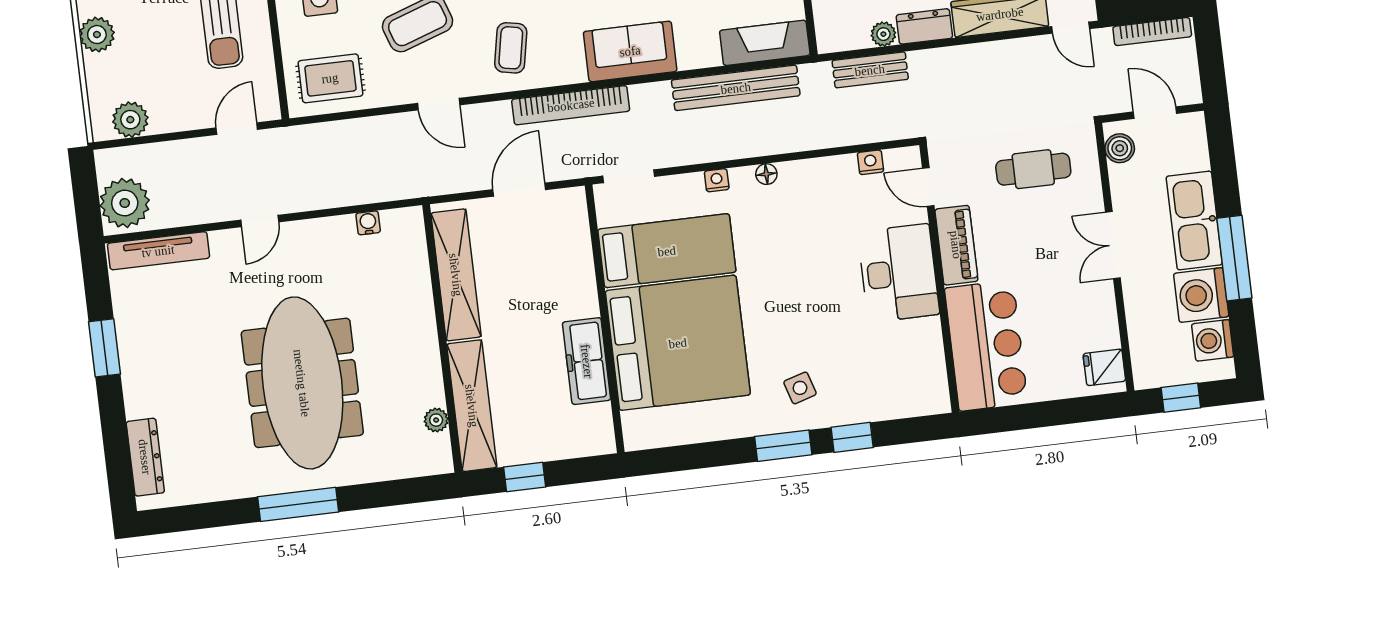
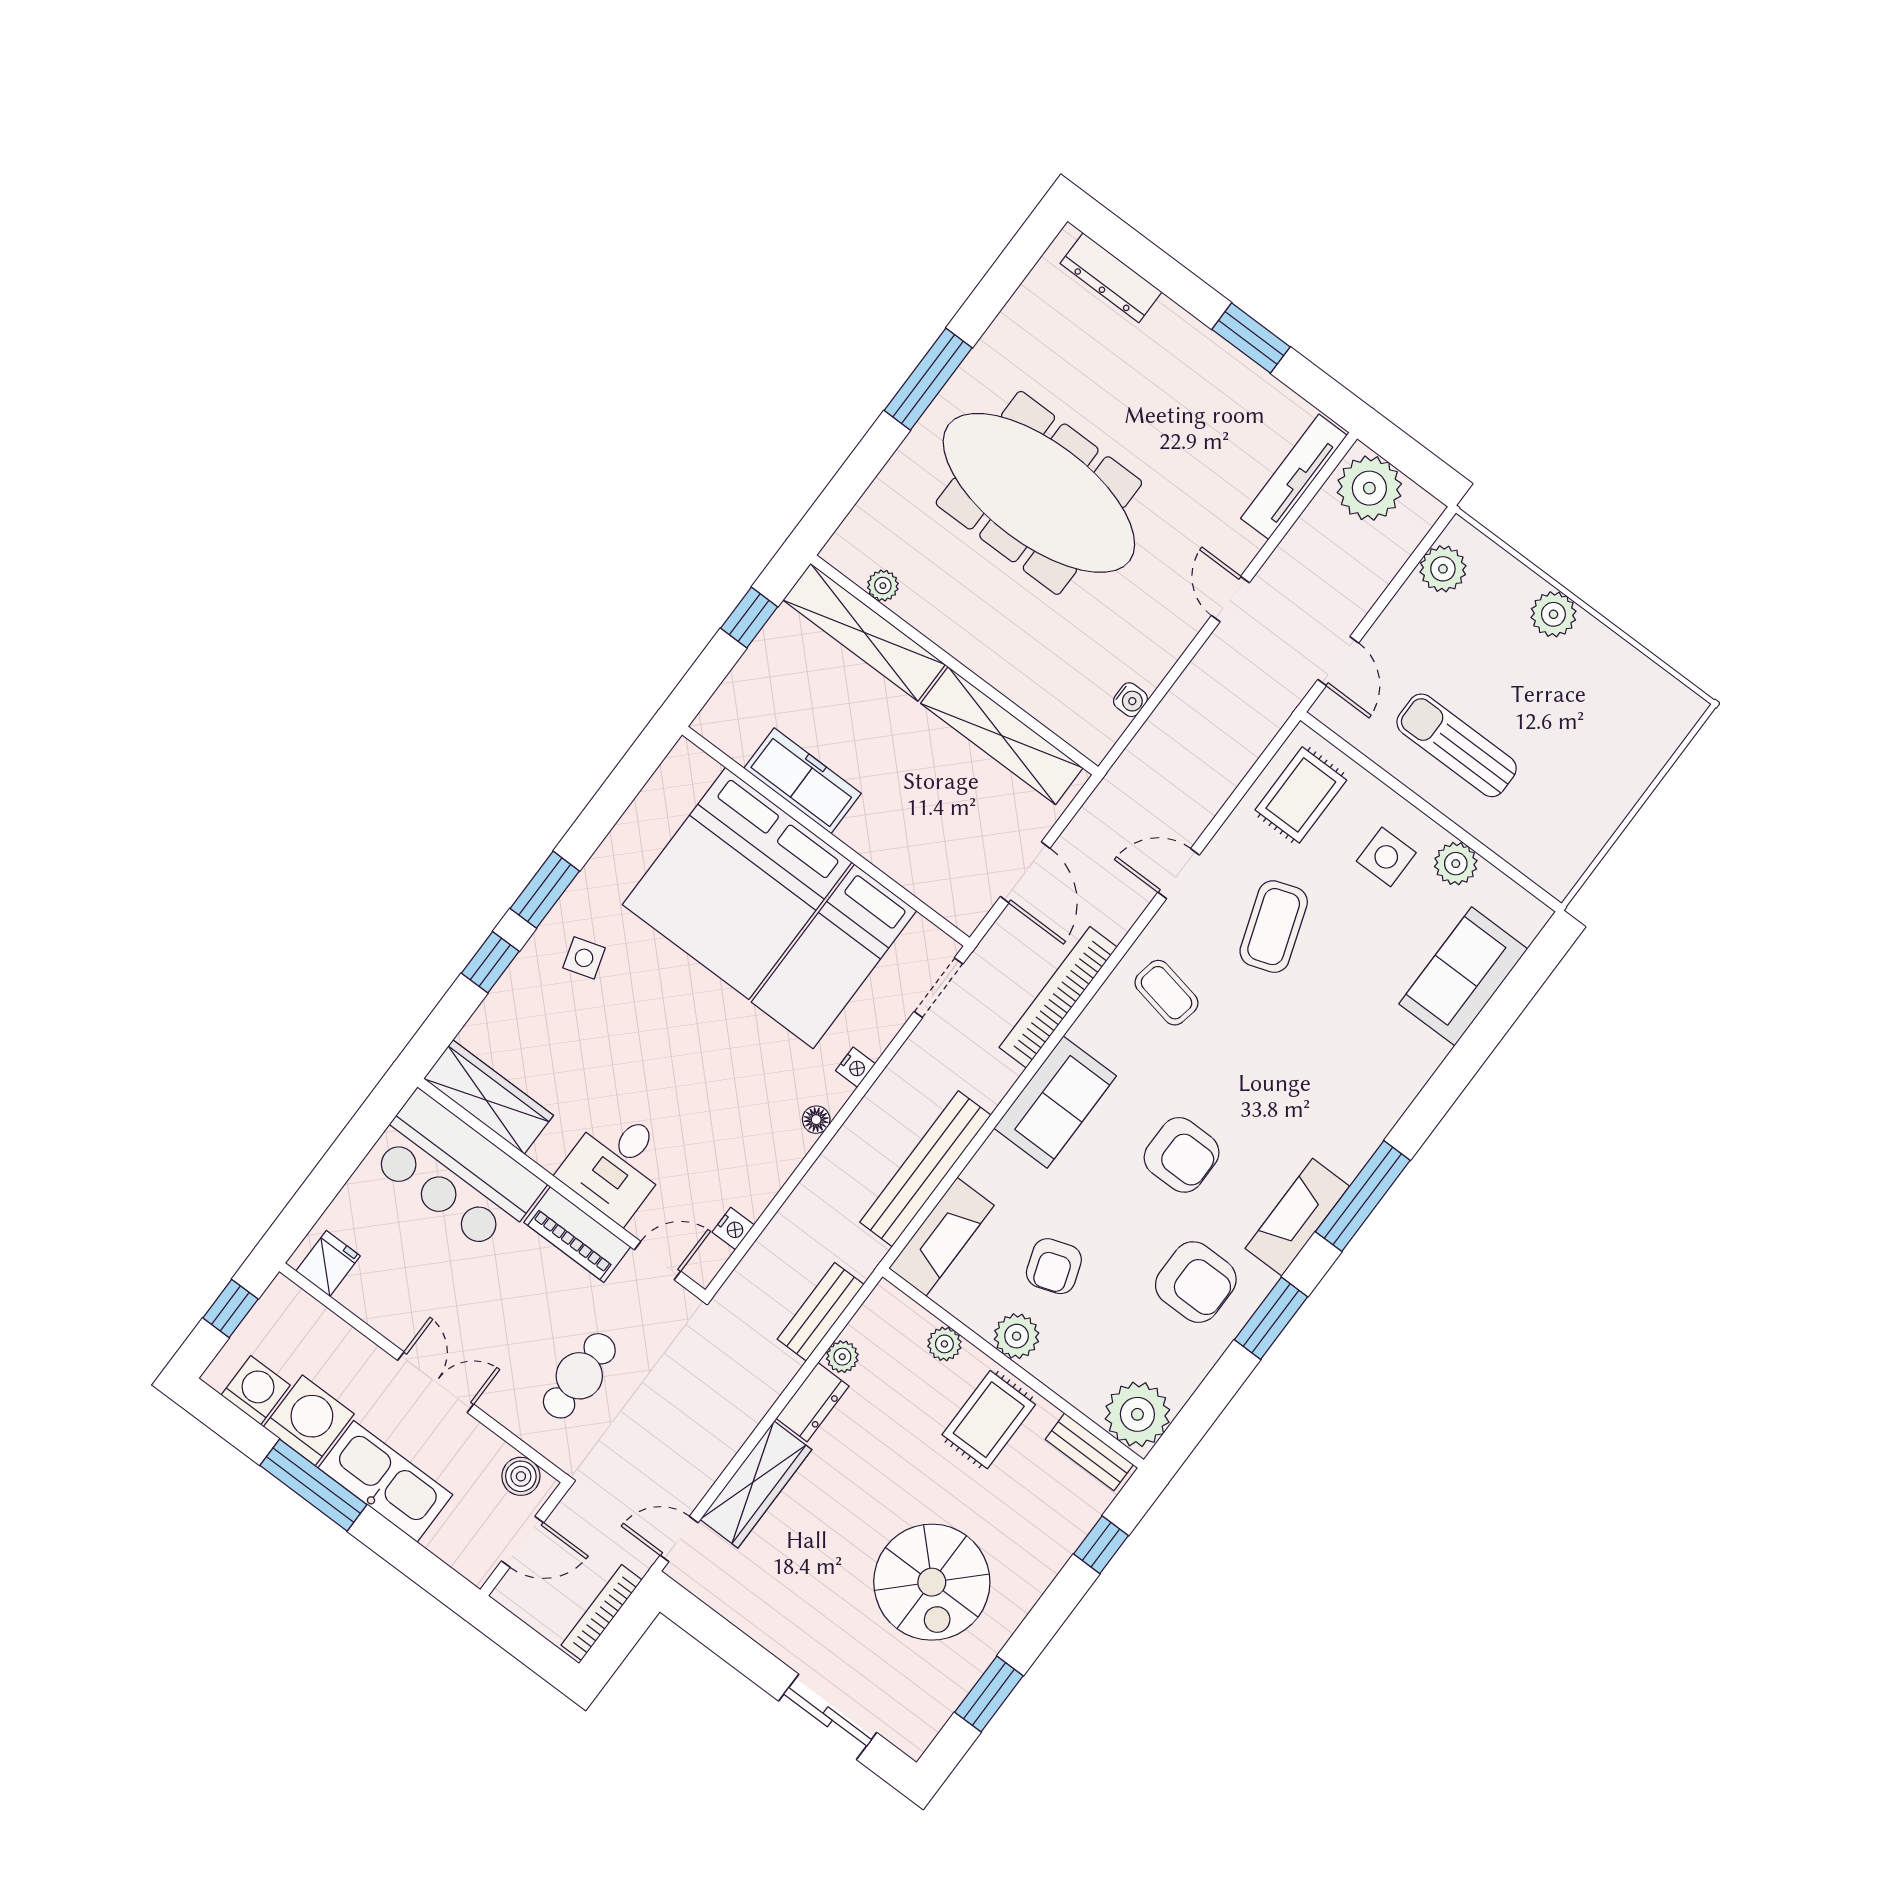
desk: (898, 273) -> (616, 1164), width x0.73
wardrobe: (927, 367) -> (488, 1097), added

